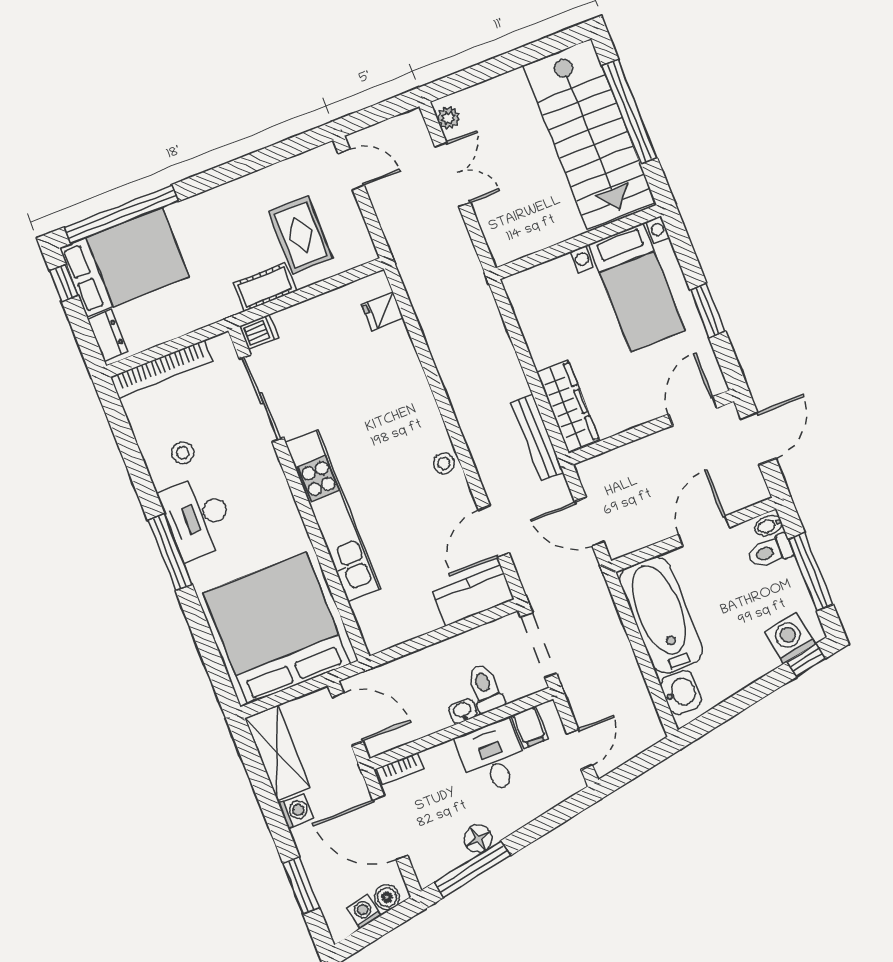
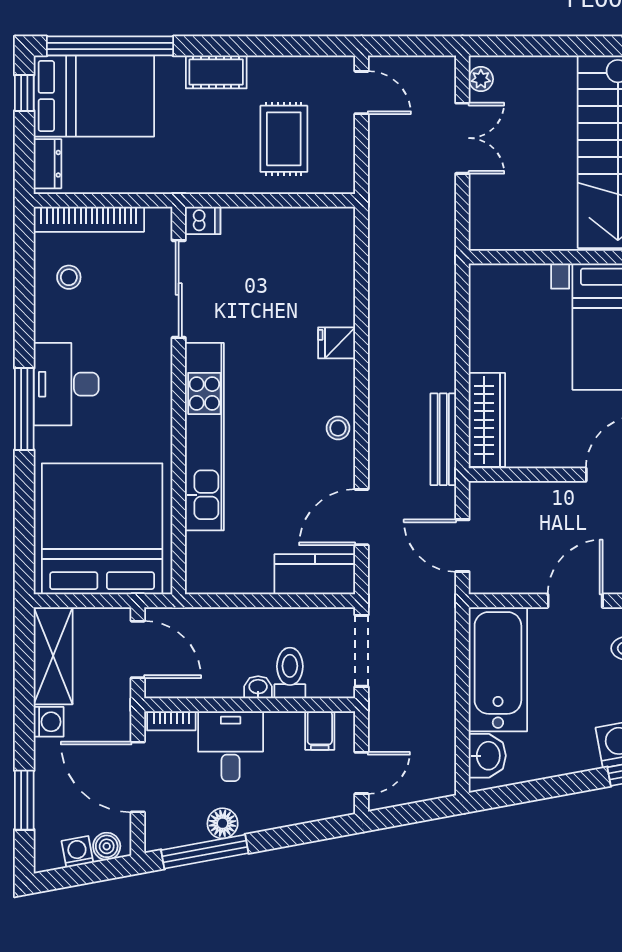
cot: (265, 287) -> (216, 72), moved
fridge: (382, 311) -> (337, 343), moved
stool: (183, 453) -> (69, 277), moved
desk: (493, 757) -> (231, 746), moved

